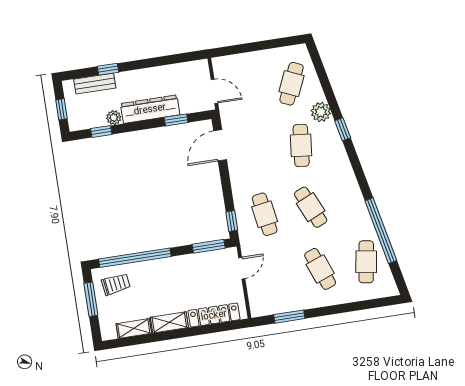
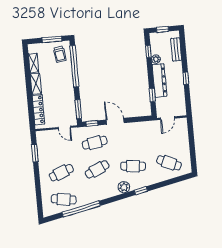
window: (108, 69) -> (186, 78), moved
plant: (321, 112) -> (124, 187), moved
door: (220, 145) -> (115, 121), moved

